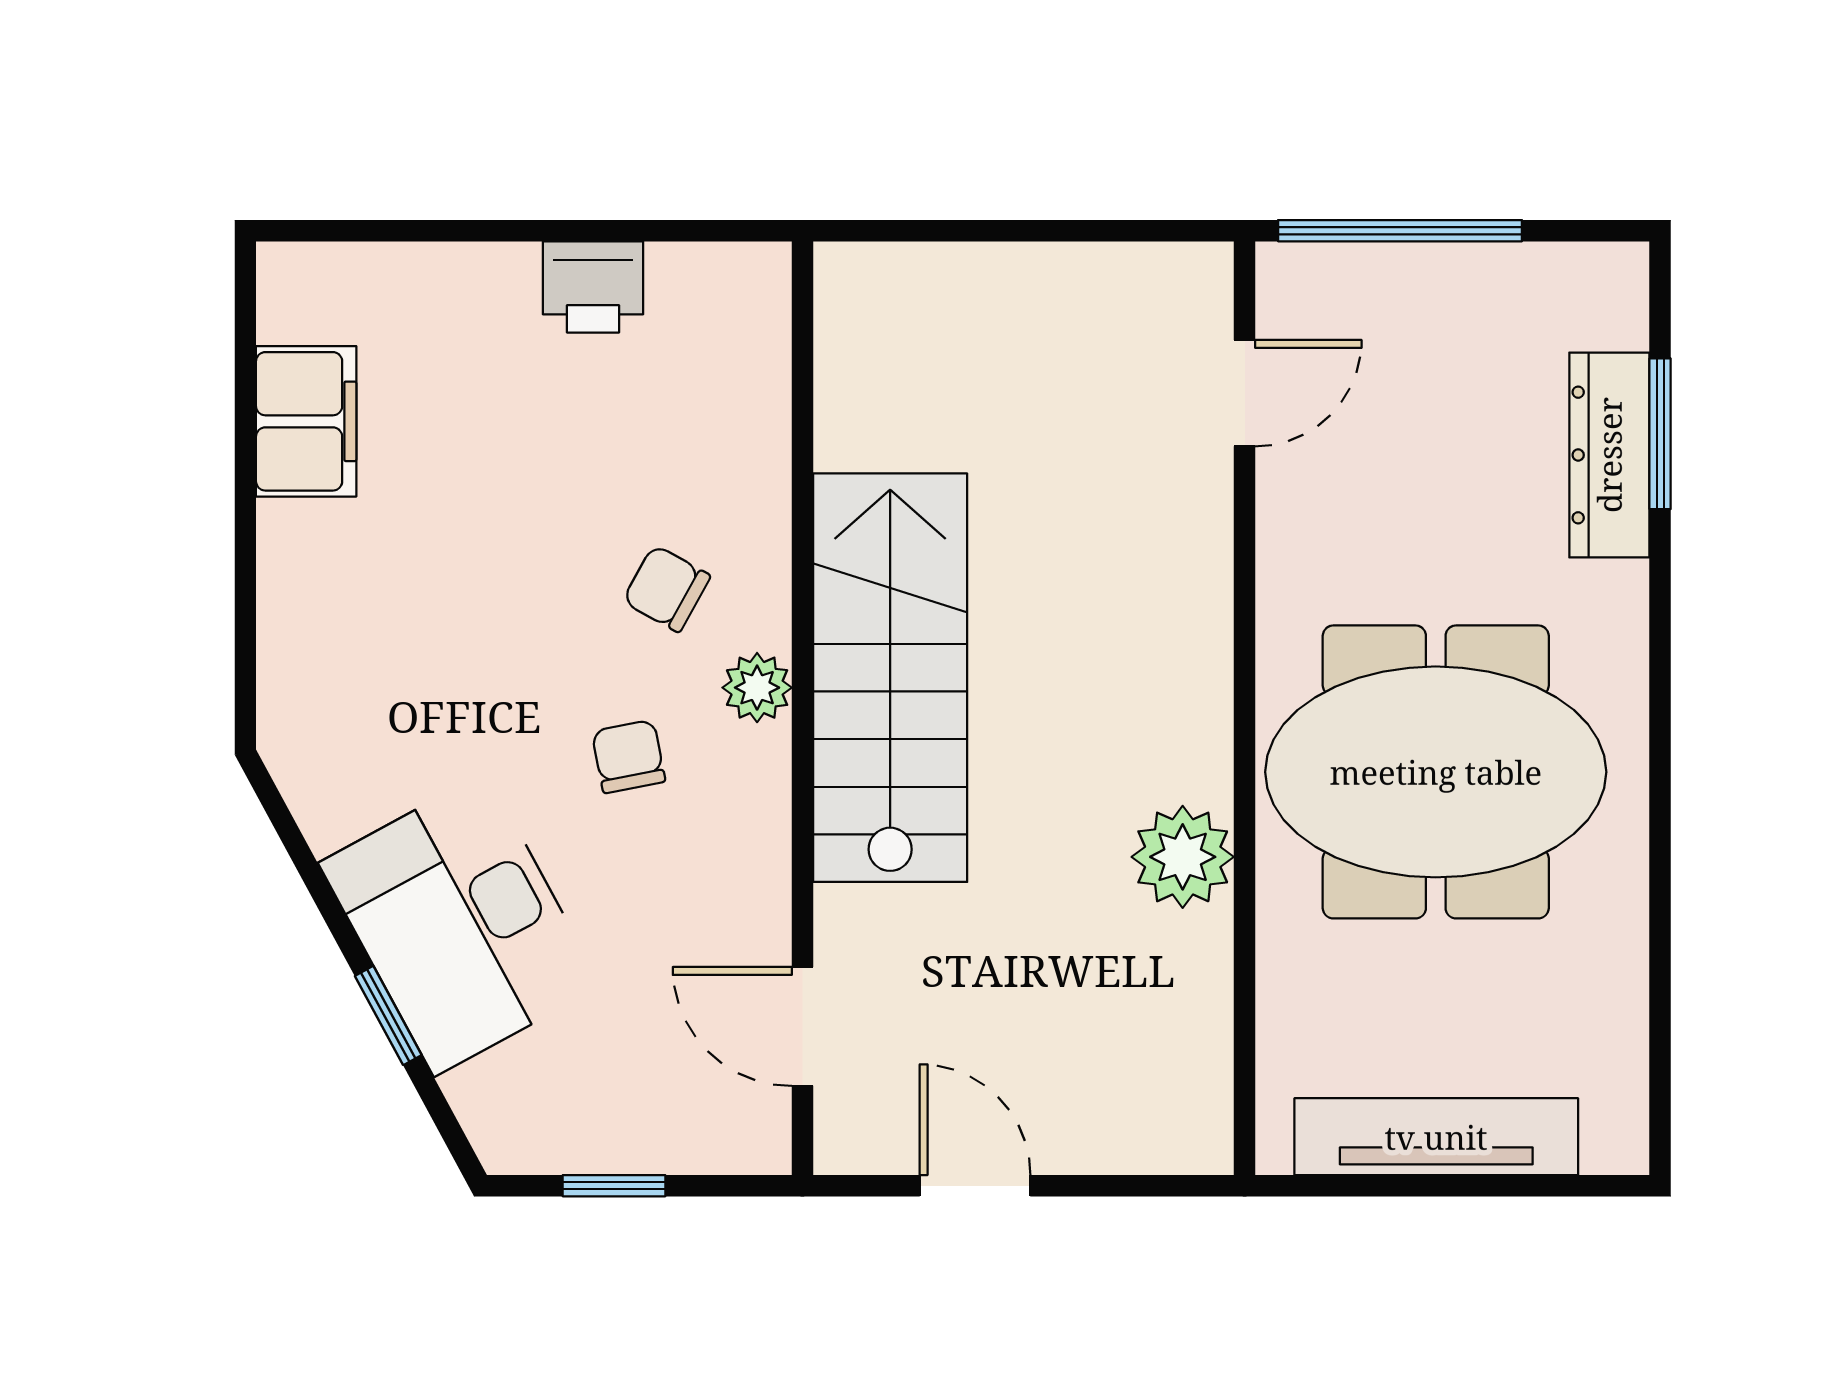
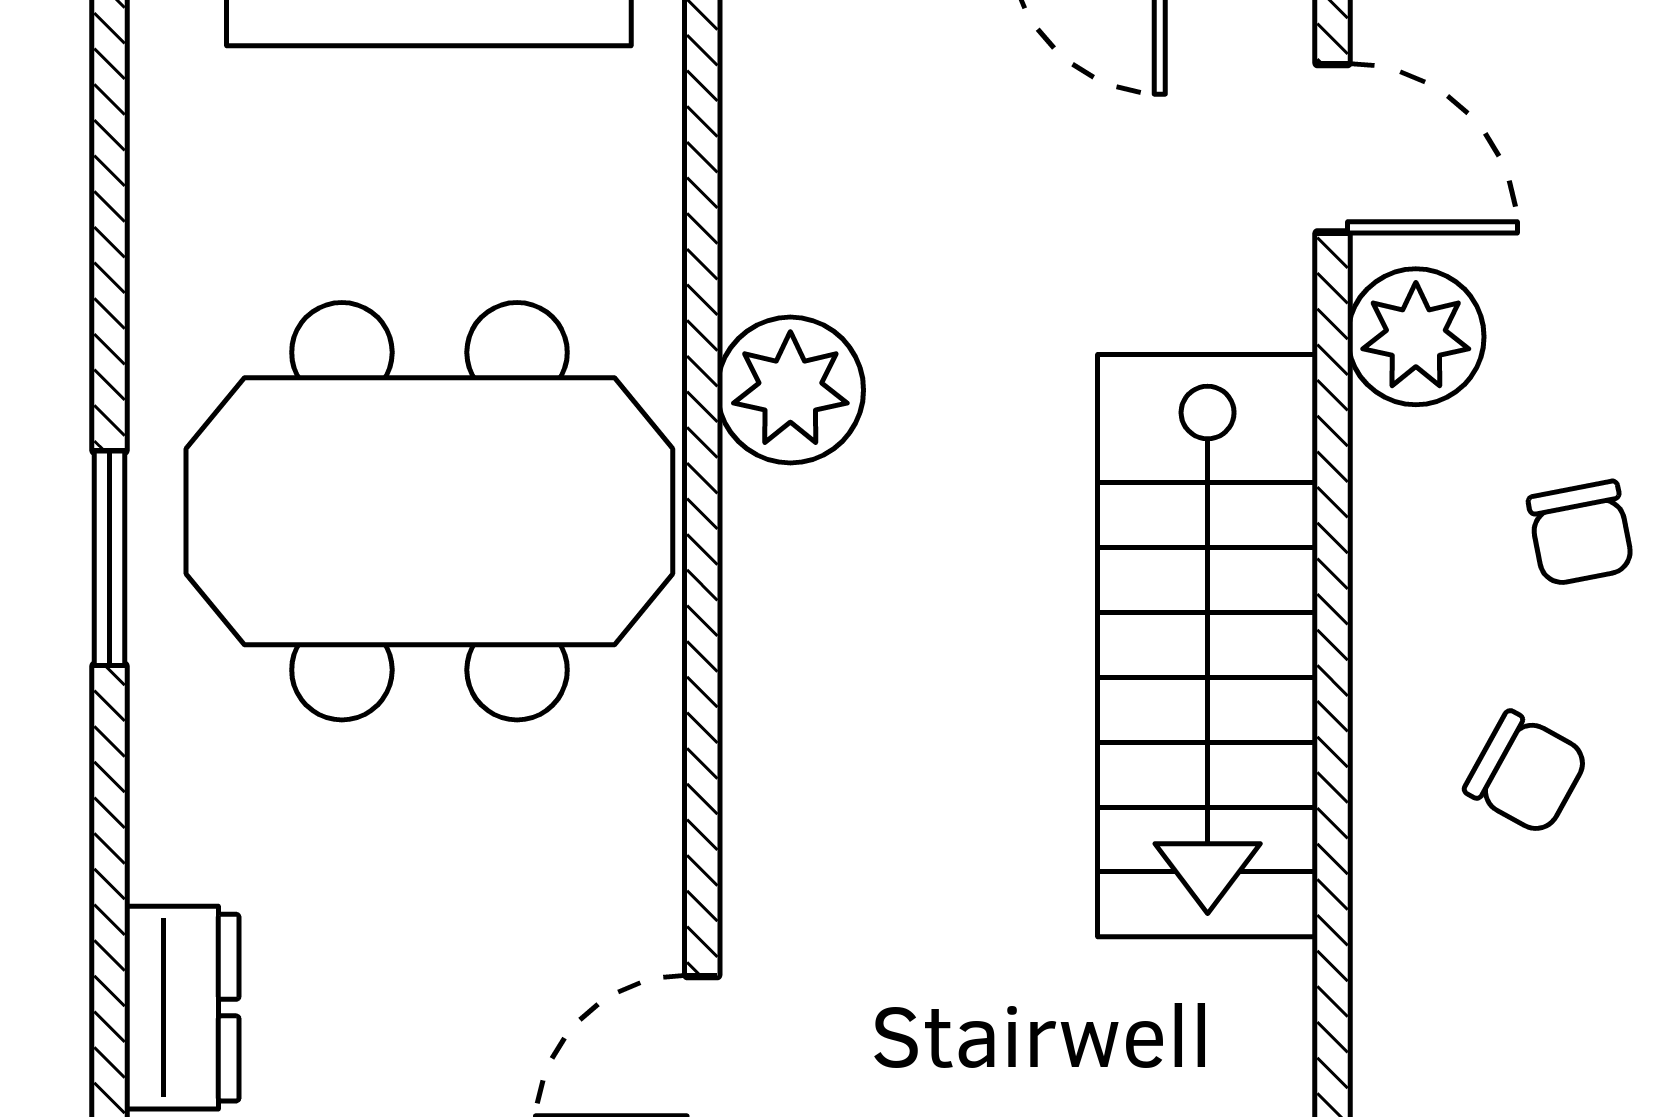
window: (1660, 434) -> (110, 558), moved
dresser: (1609, 455) -> (182, 1008), width x0.70
plant: (757, 688) -> (1416, 337), moved, width x1.38, depth x1.38

